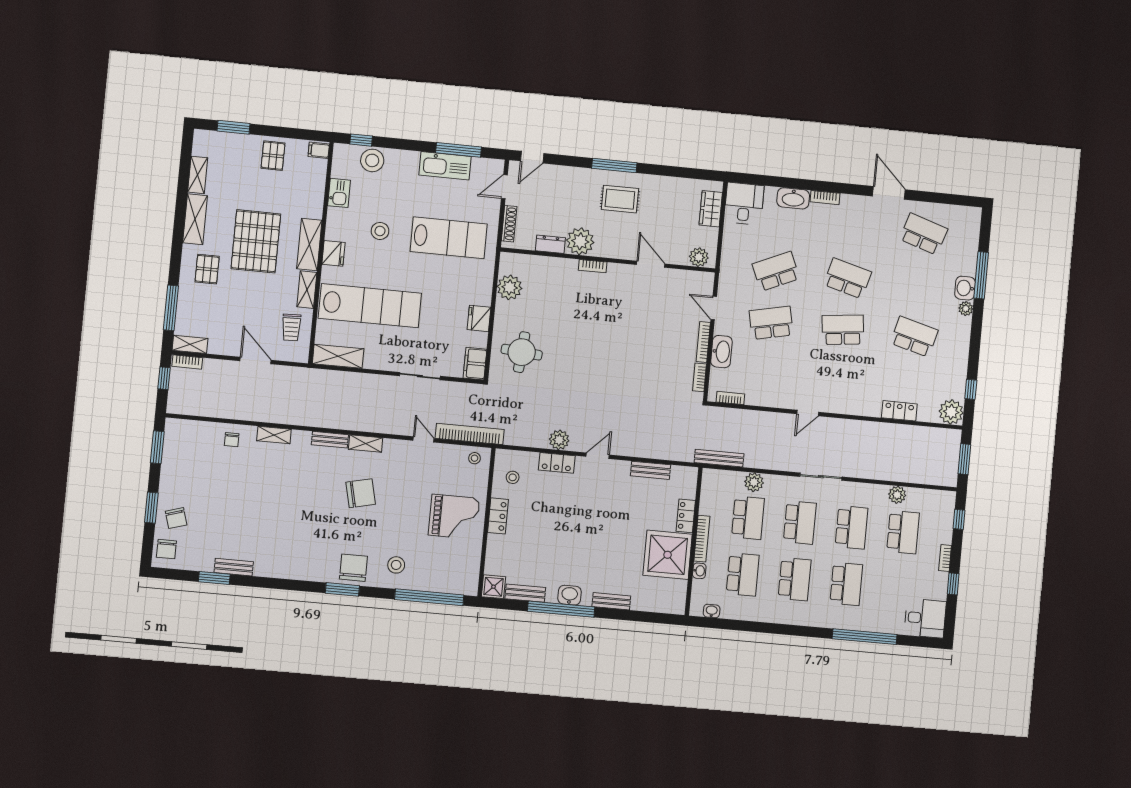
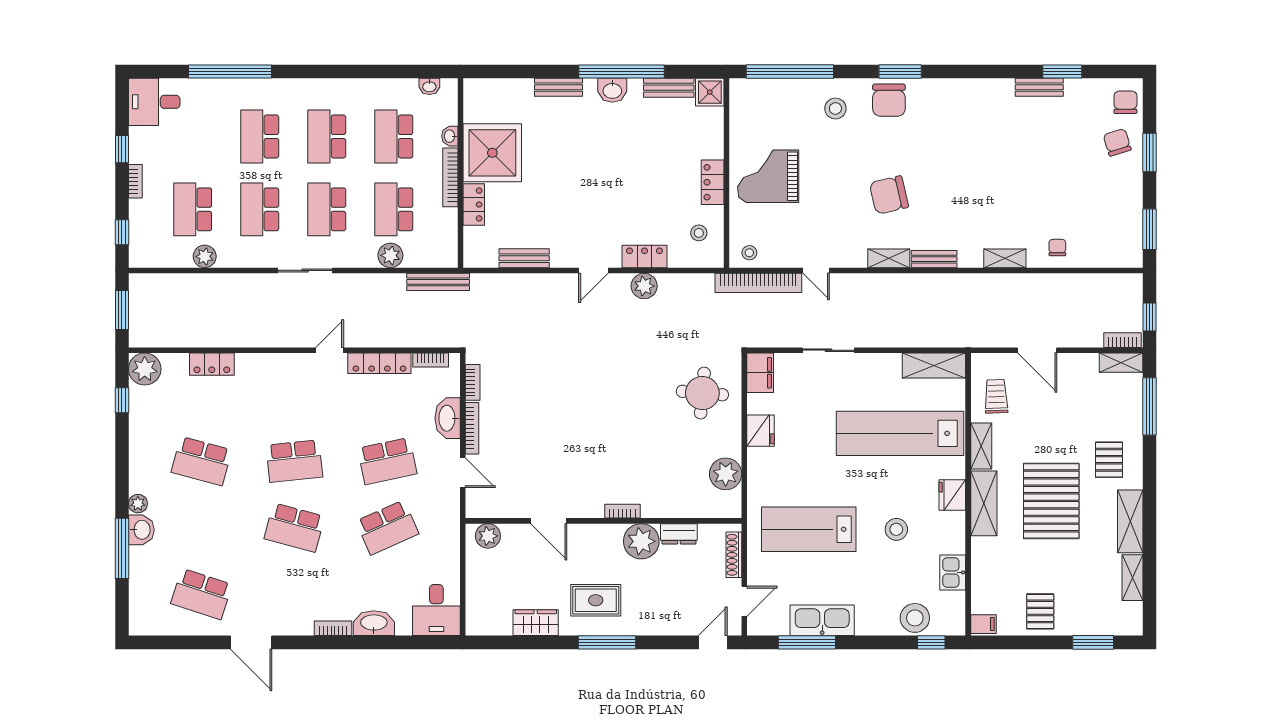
wardrobe: (711, 209) -> (536, 623), moved, turned -90
locker: (770, 399) -> (379, 363), added

